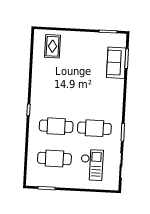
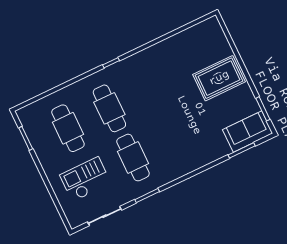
rug: (53, 46) -> (219, 78), moved, width x1.36, depth x1.43
sofa: (116, 63) -> (248, 132), moved
checkout: (92, 165) -> (85, 179), turned 180

